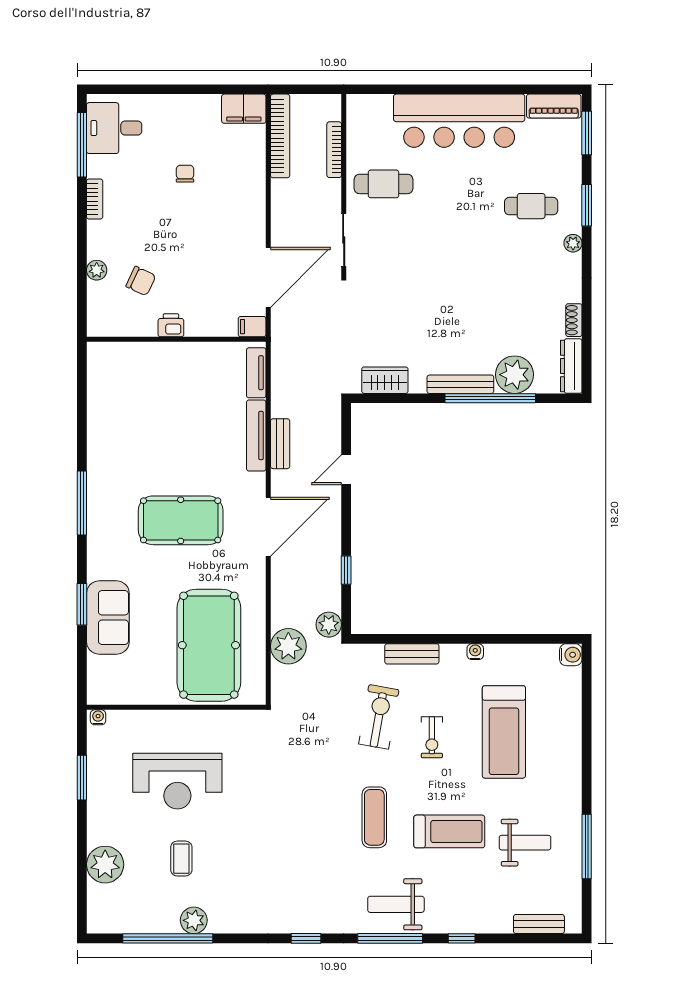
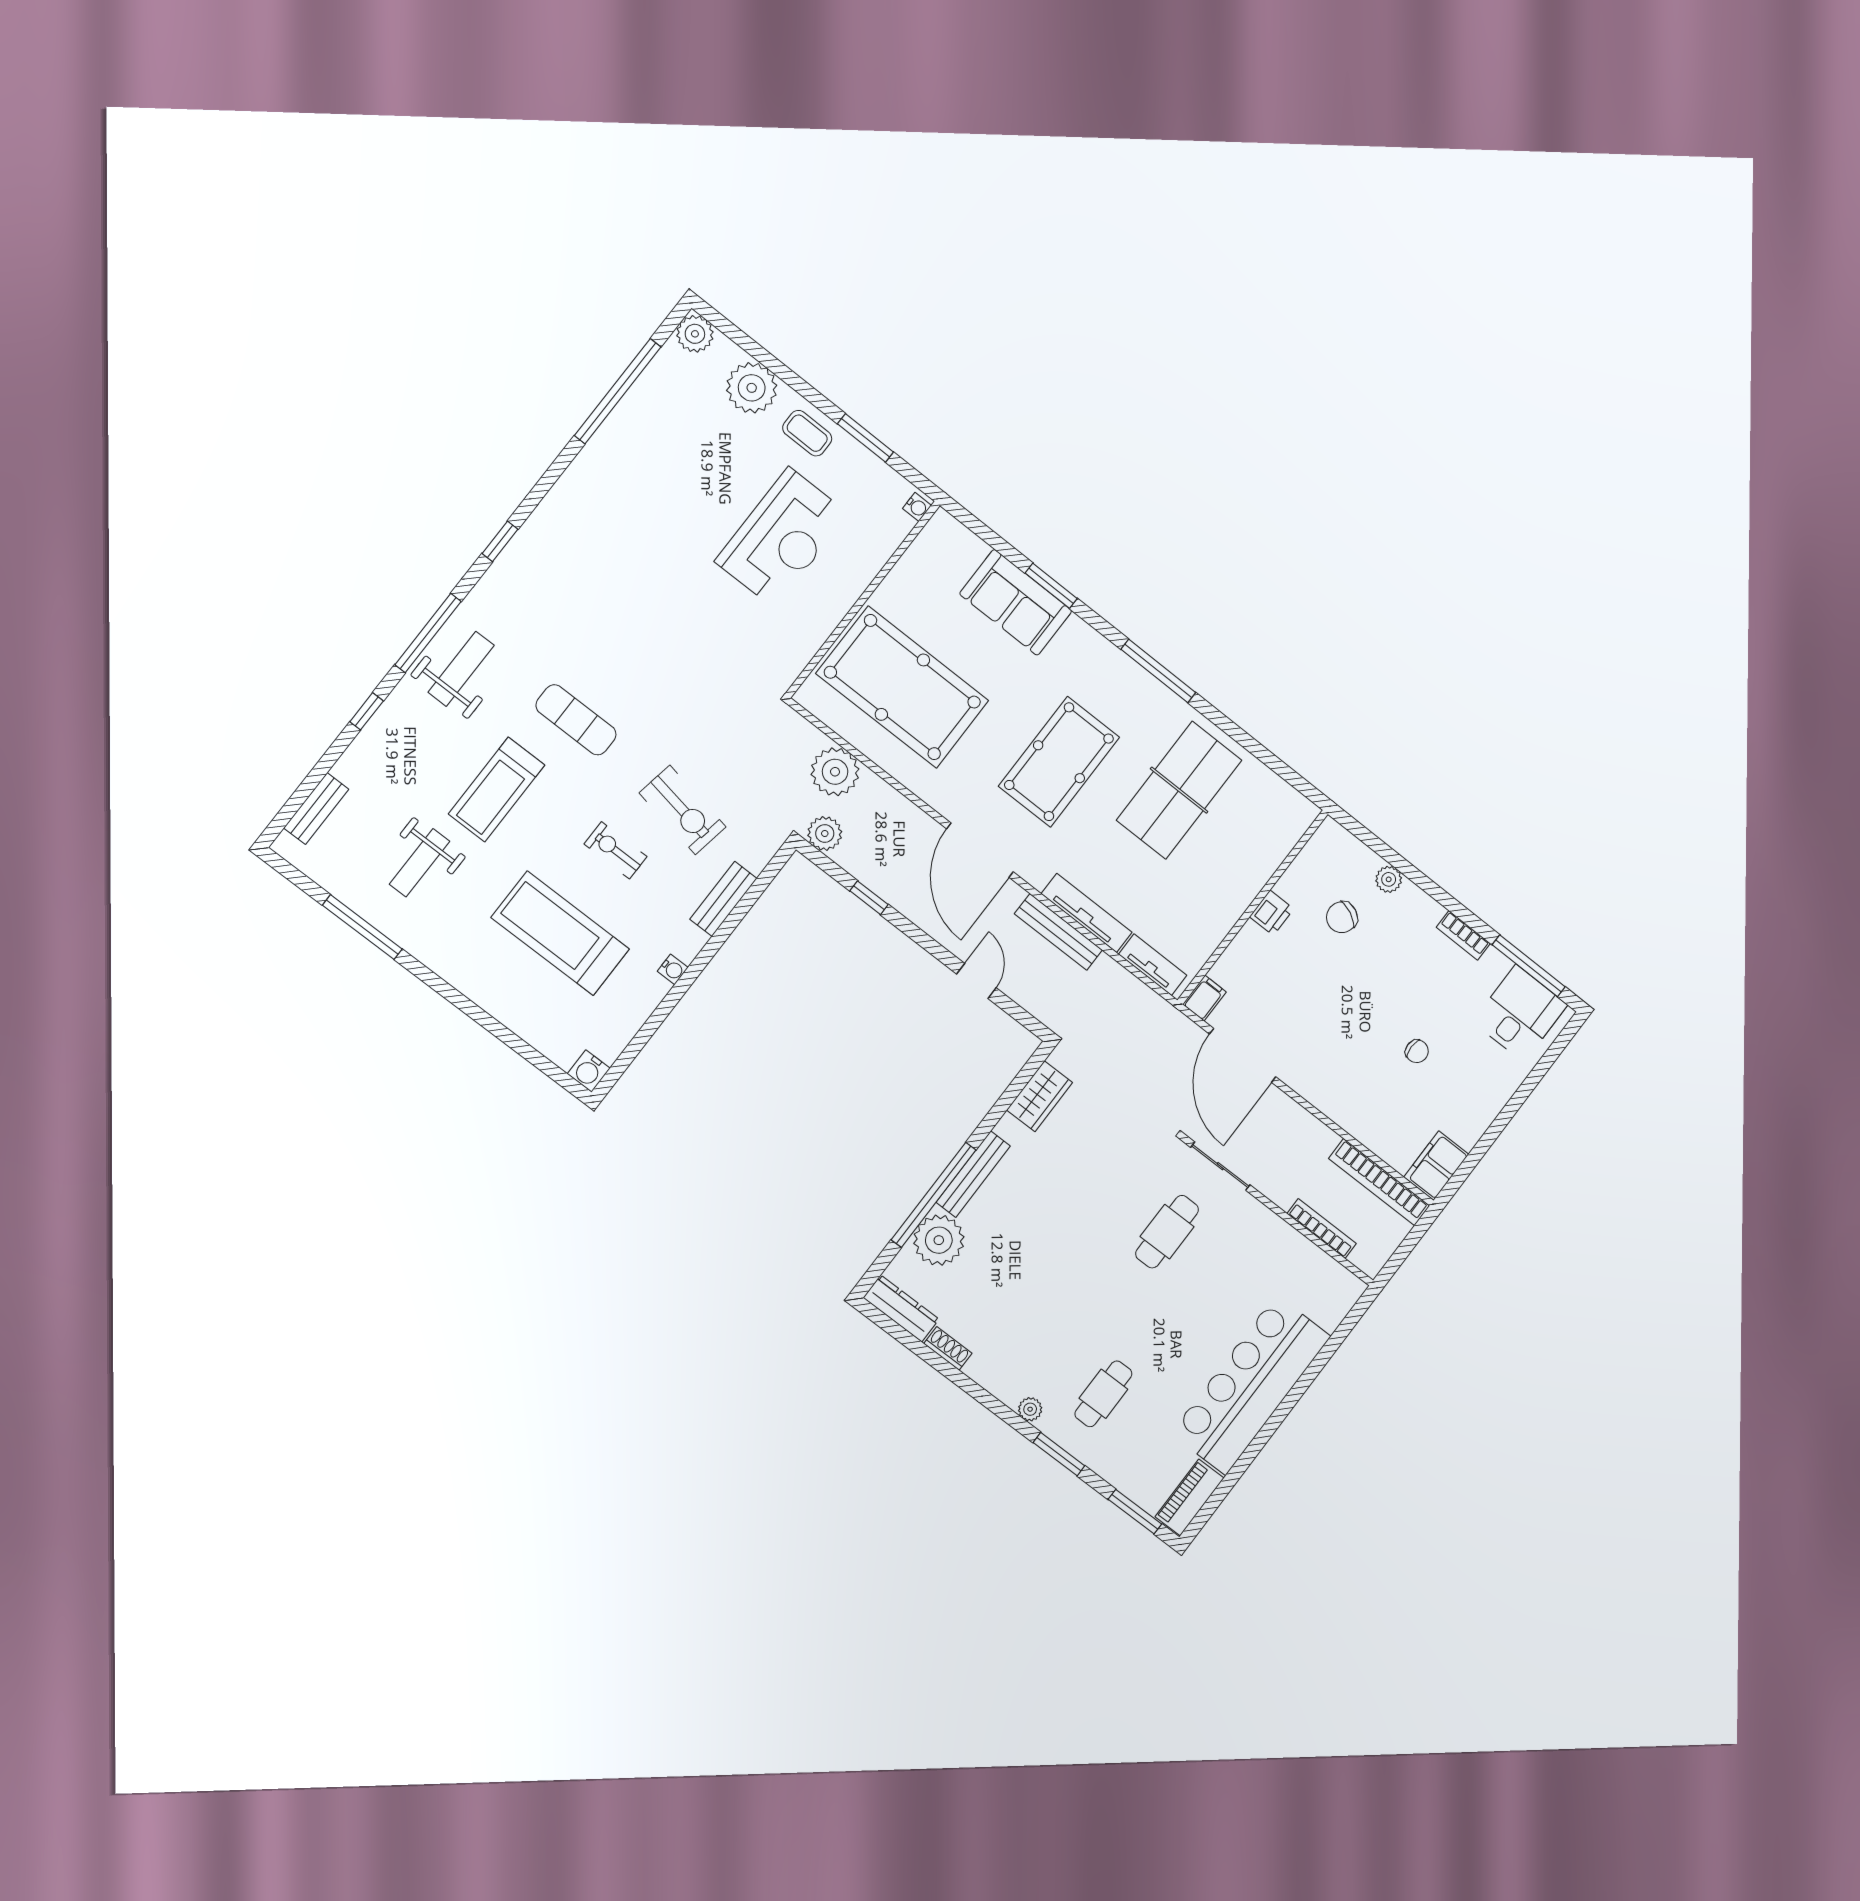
cafe table: (383, 184) -> (1167, 1232), moved
table tennis table: (142, 437) -> (1179, 790), added
bench: (280, 444) -> (1058, 932), width x1.36
reception desk: (177, 781) -> (782, 538), turned 180
coffee table: (181, 859) -> (807, 433), moved
plant: (194, 920) -> (695, 334), moved

